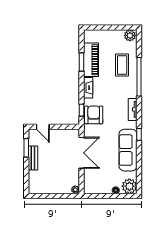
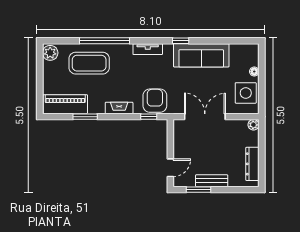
piano: (91, 60) -> (65, 104), moved
coffee table: (122, 65) -> (89, 63), width x1.36, depth x1.32
armchair: (94, 115) -> (155, 101), turned 90
side table: (99, 184) -> (246, 93), added
plant: (129, 186) -> (249, 53), removed
dresser: (46, 189) -> (252, 164), added

